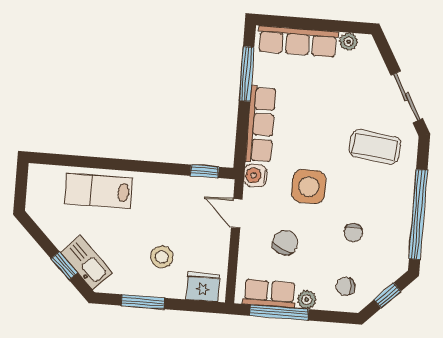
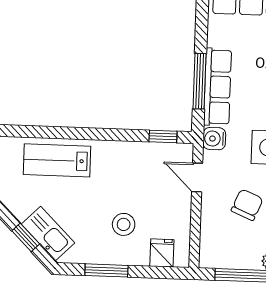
window: (246, 74) -> (199, 81), moved
fridge: (203, 287) -> (162, 253), width x0.72
row of seats: (269, 293) -> (233, 257), removed

